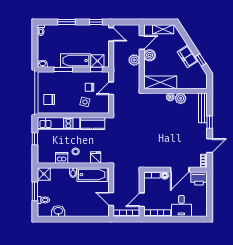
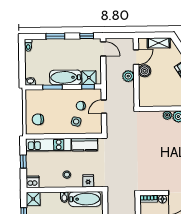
shelving: (160, 82) -> (156, 100), removed
dishwasher: (62, 158) -> (33, 182), moved

